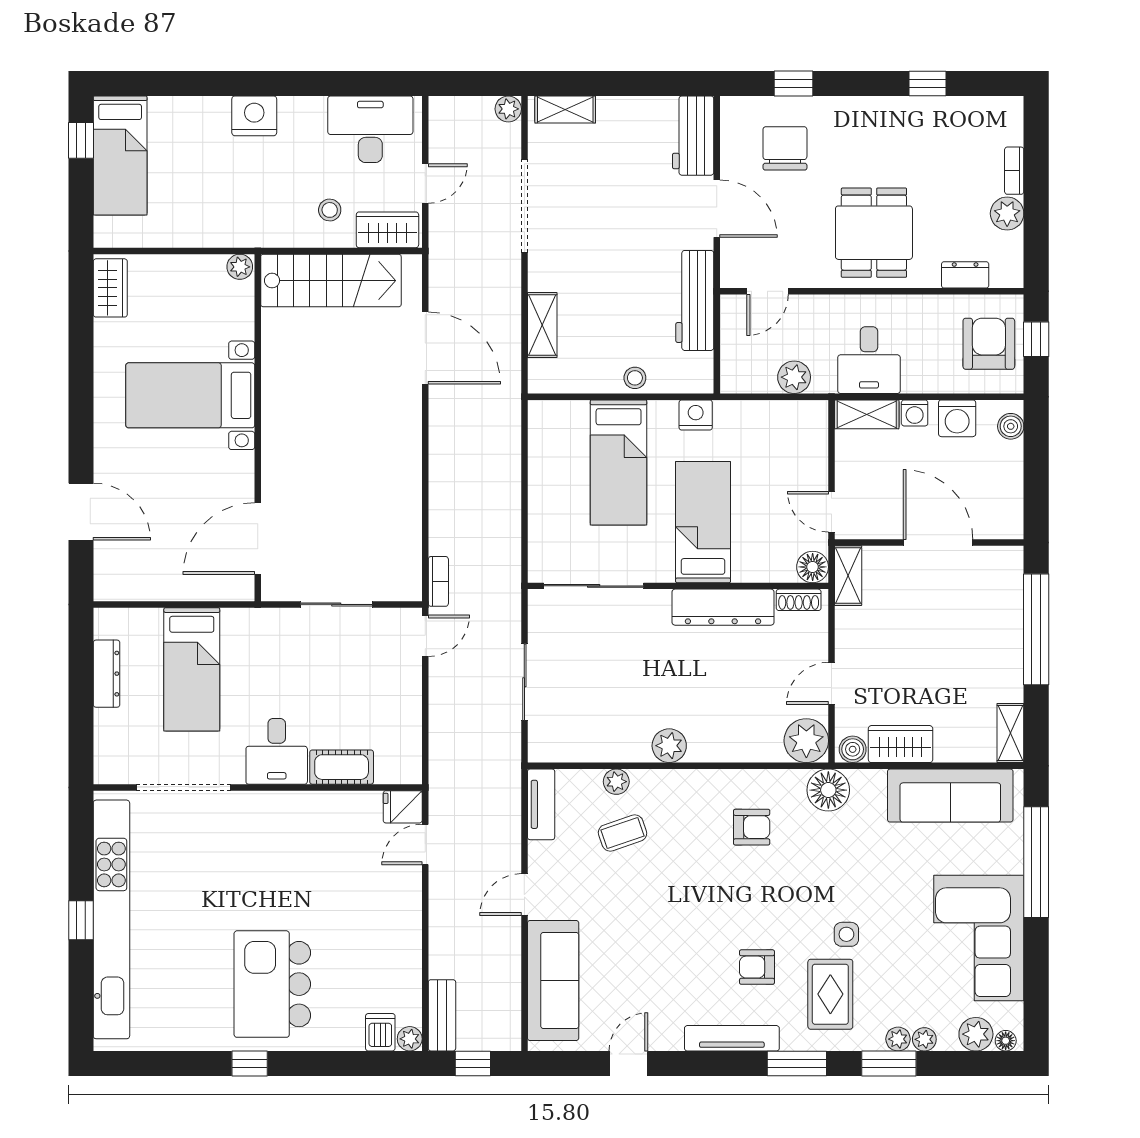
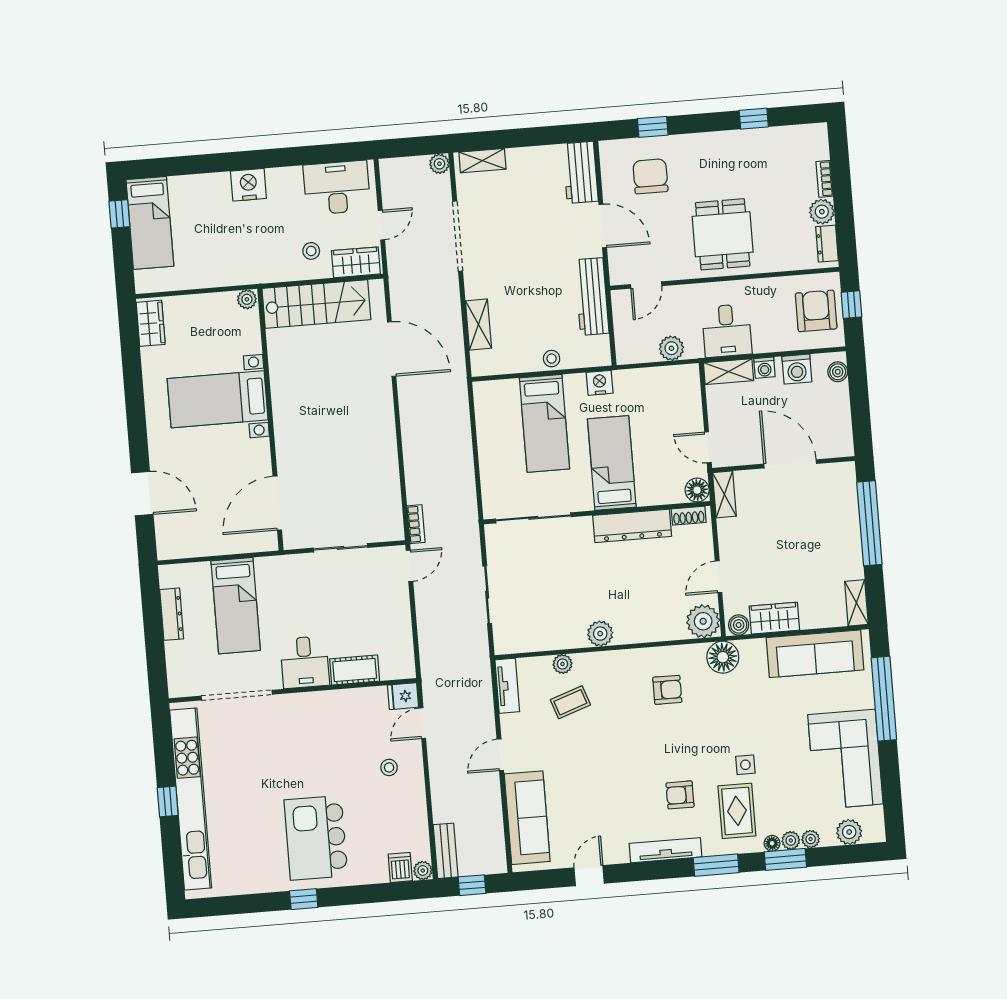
dresser: (965, 275) -> (827, 244), moved, turned -90
stool: (376, 899) -> (389, 767), added
floor lamp: (1006, 1041) -> (772, 843), moved

